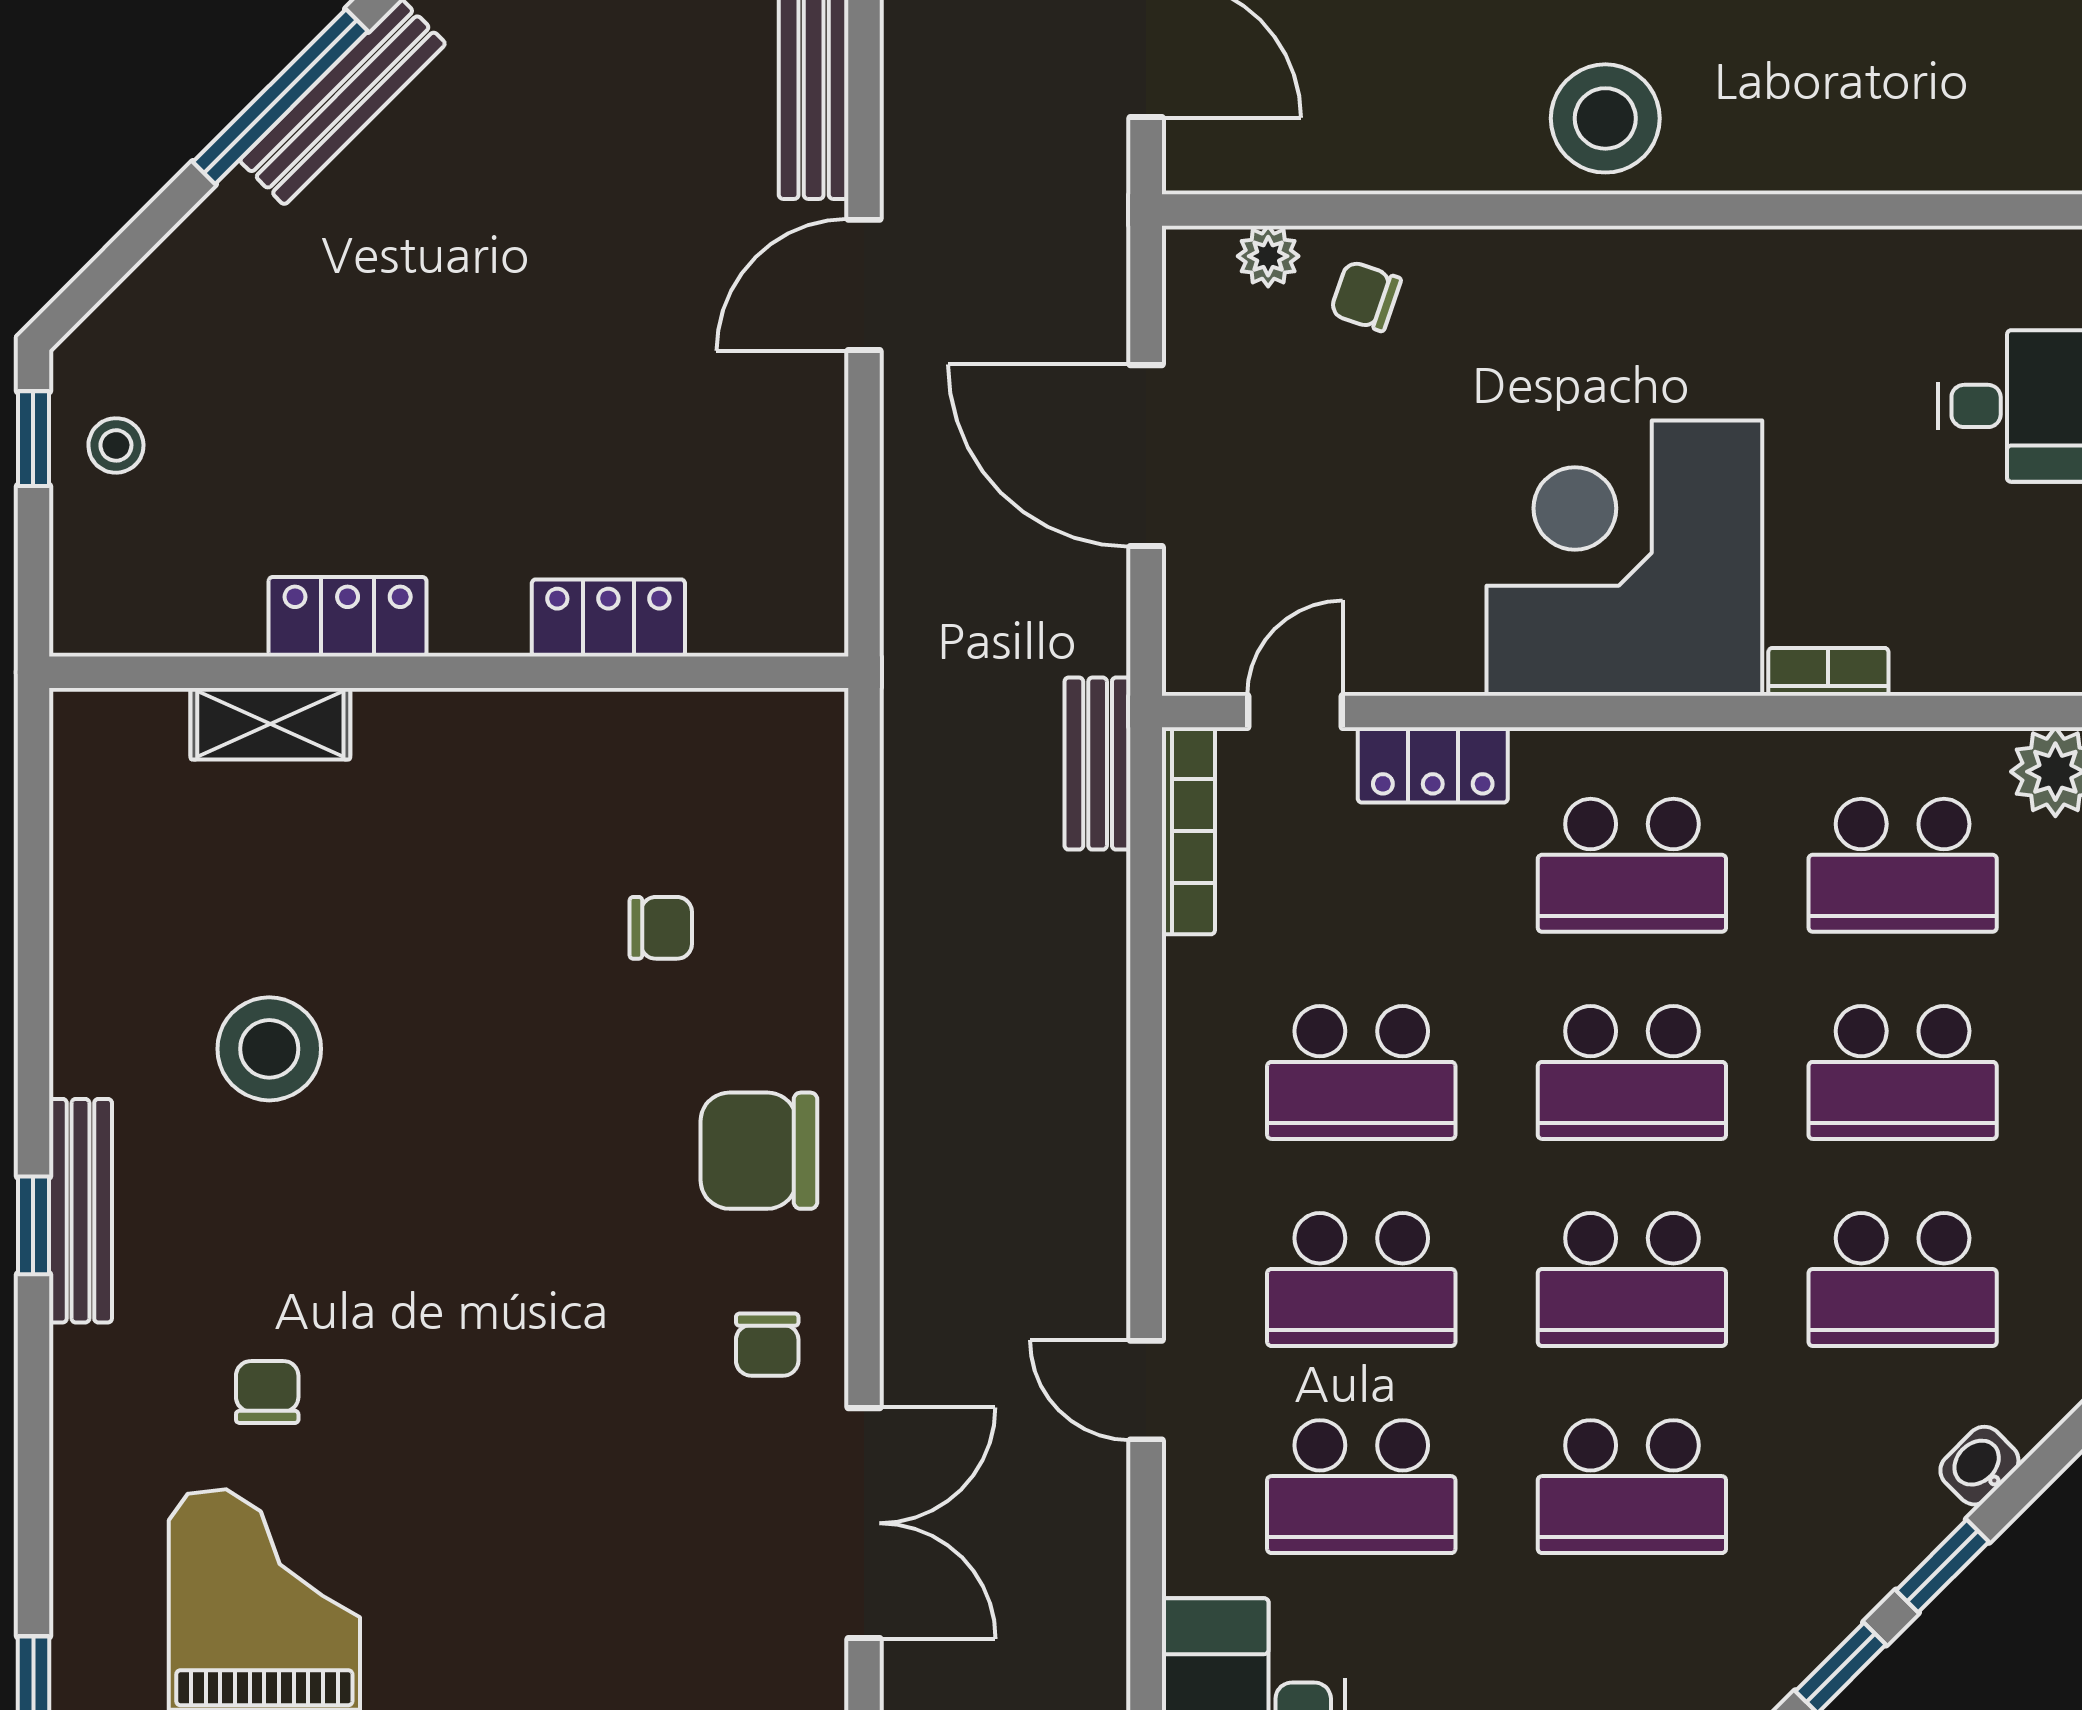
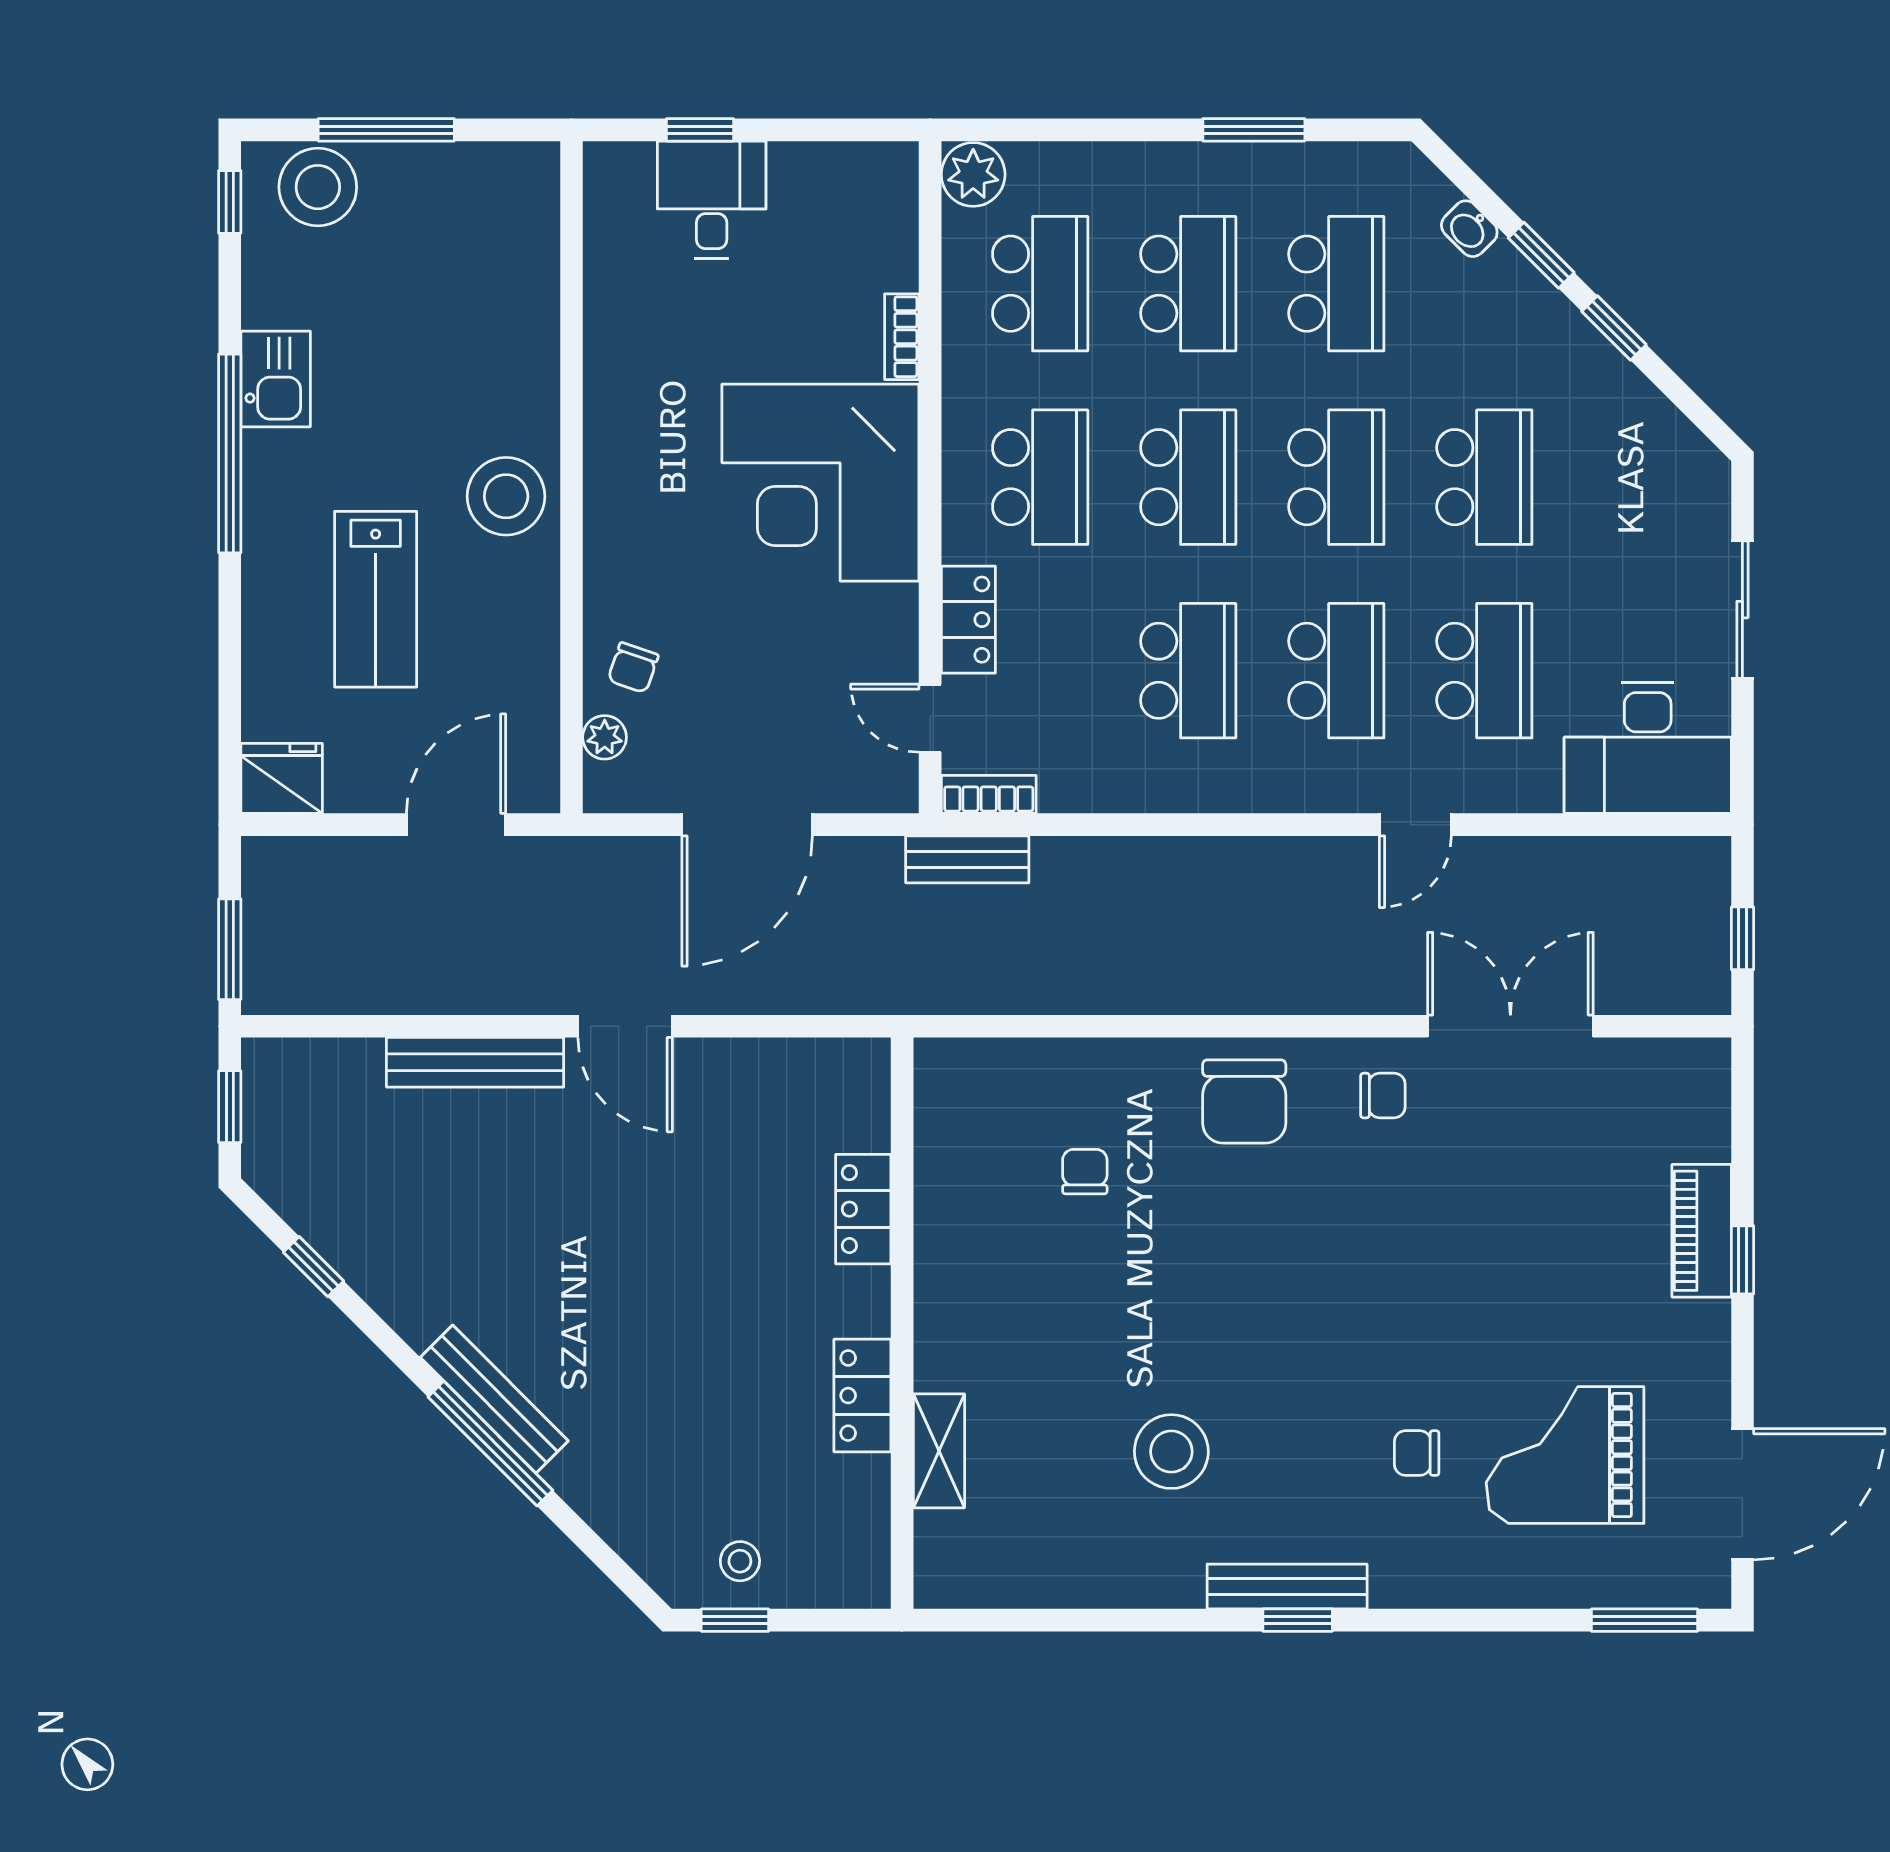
bookcase: (1188, 831) -> (989, 794), width x0.64

